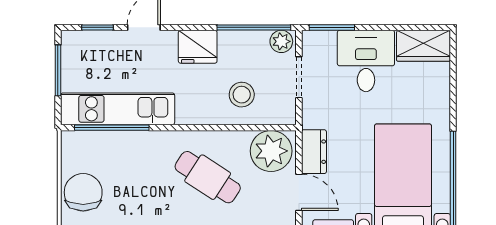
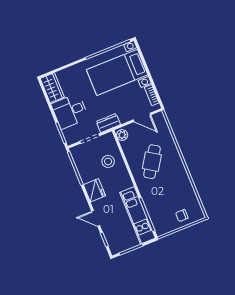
plant: (281, 41) -> (77, 153), removed
plant: (271, 151) -> (122, 135), width x0.53, depth x0.53
dresser: (314, 152) -> (108, 123), moved
chair: (83, 192) -> (182, 216), width x0.54, depth x0.54
door: (299, 192) -> (142, 117), swing flipped

